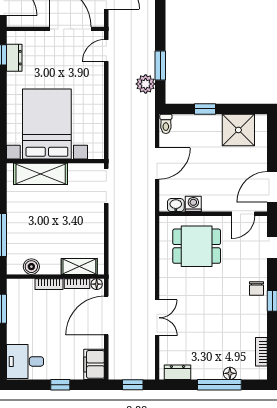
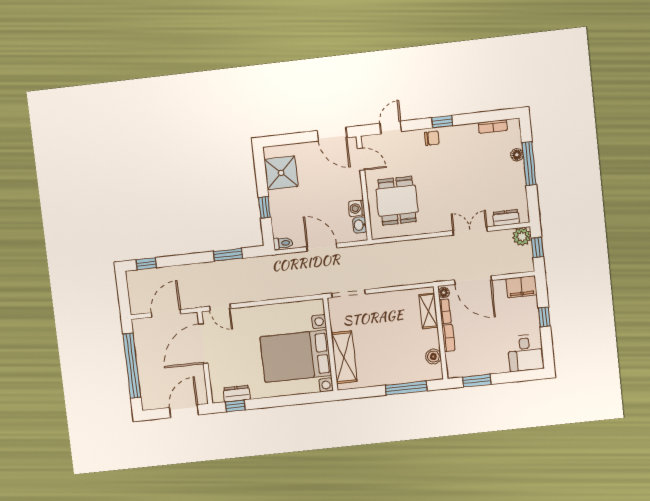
plant: (146, 84) -> (522, 237), moved
dresser: (177, 372) -> (506, 218), moved, turned 90

